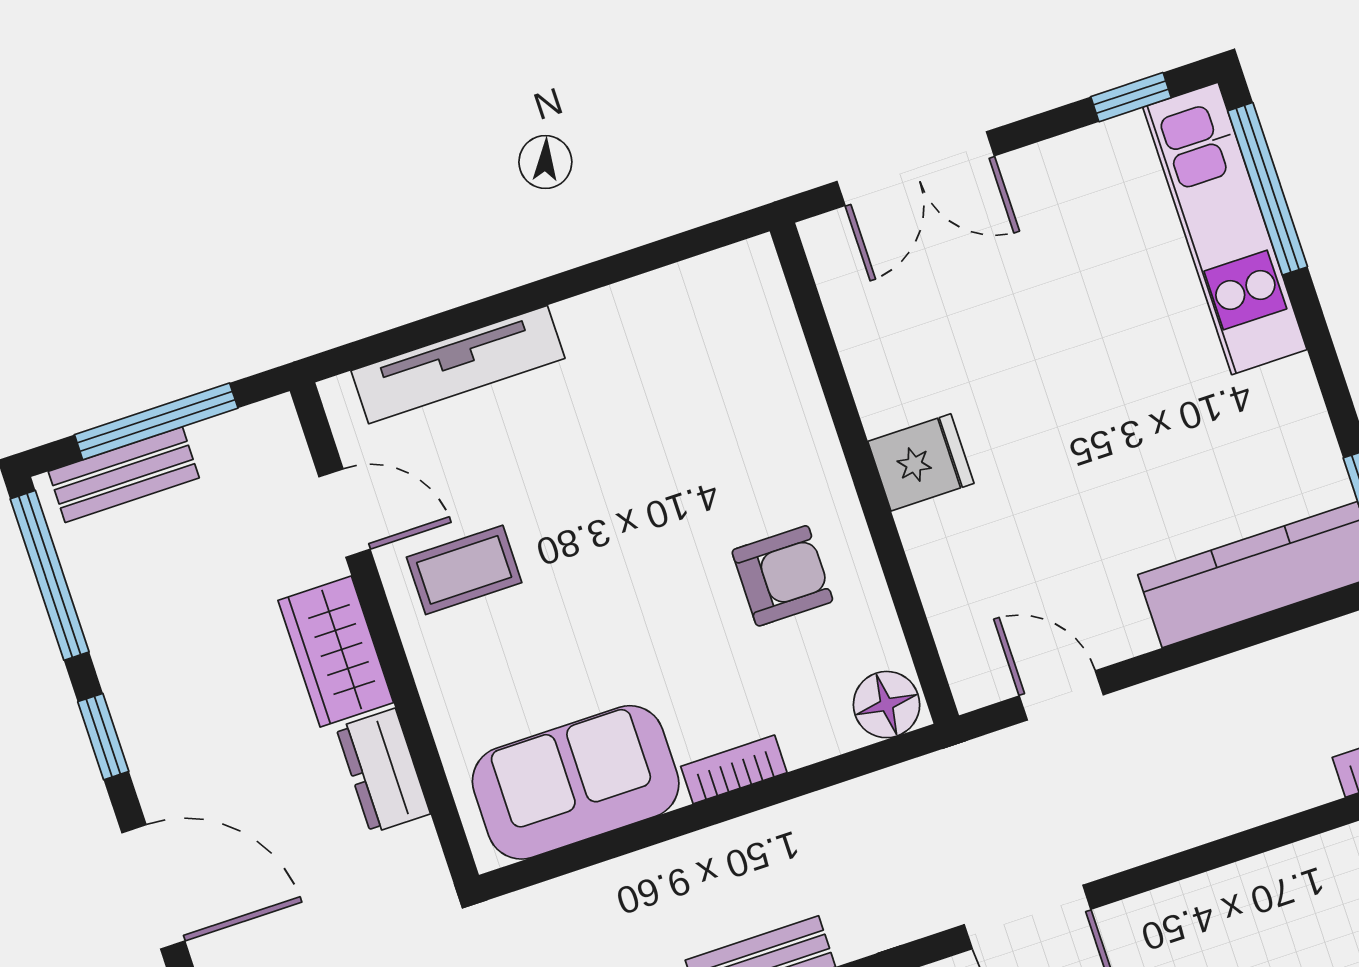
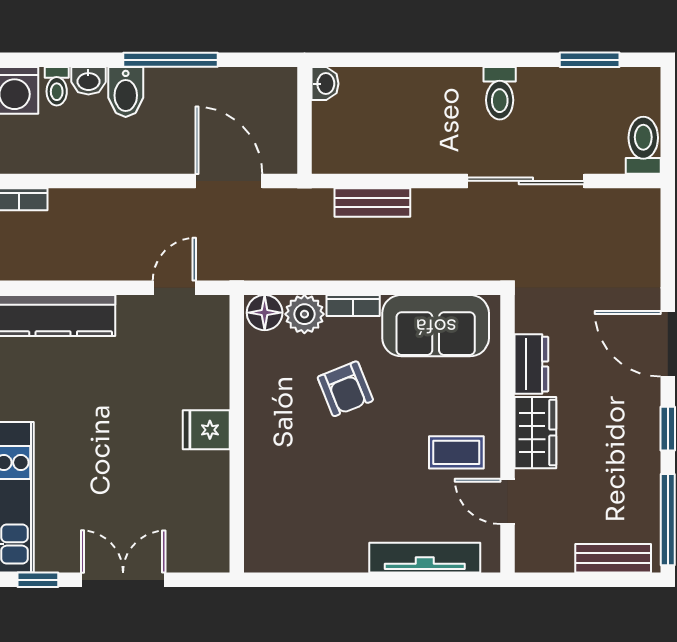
double door: (916, 169) -> (123, 580), moved
window: (156, 421) -> (588, 580), removed
armchair: (782, 576) -> (345, 389), moved, turned -112
door: (1061, 695) -> (174, 288), swing flipped
plant: (815, 725) -> (304, 314), added

